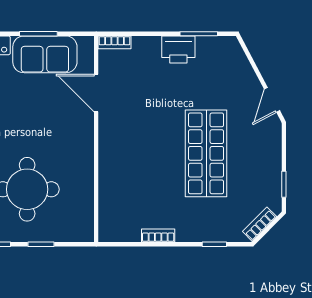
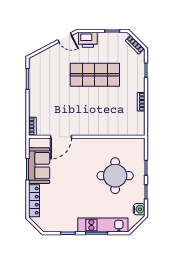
printer: (178, 49) -> (88, 40), moved, turned 90

